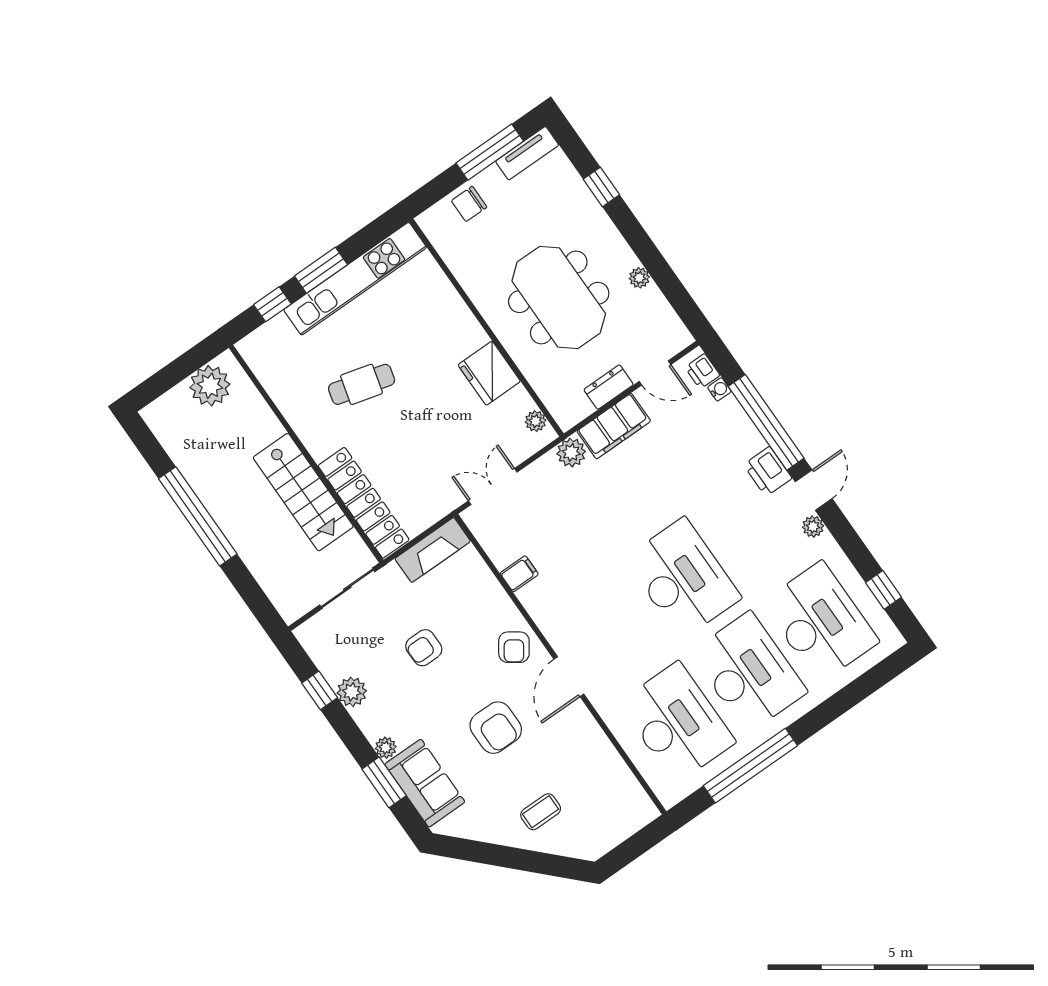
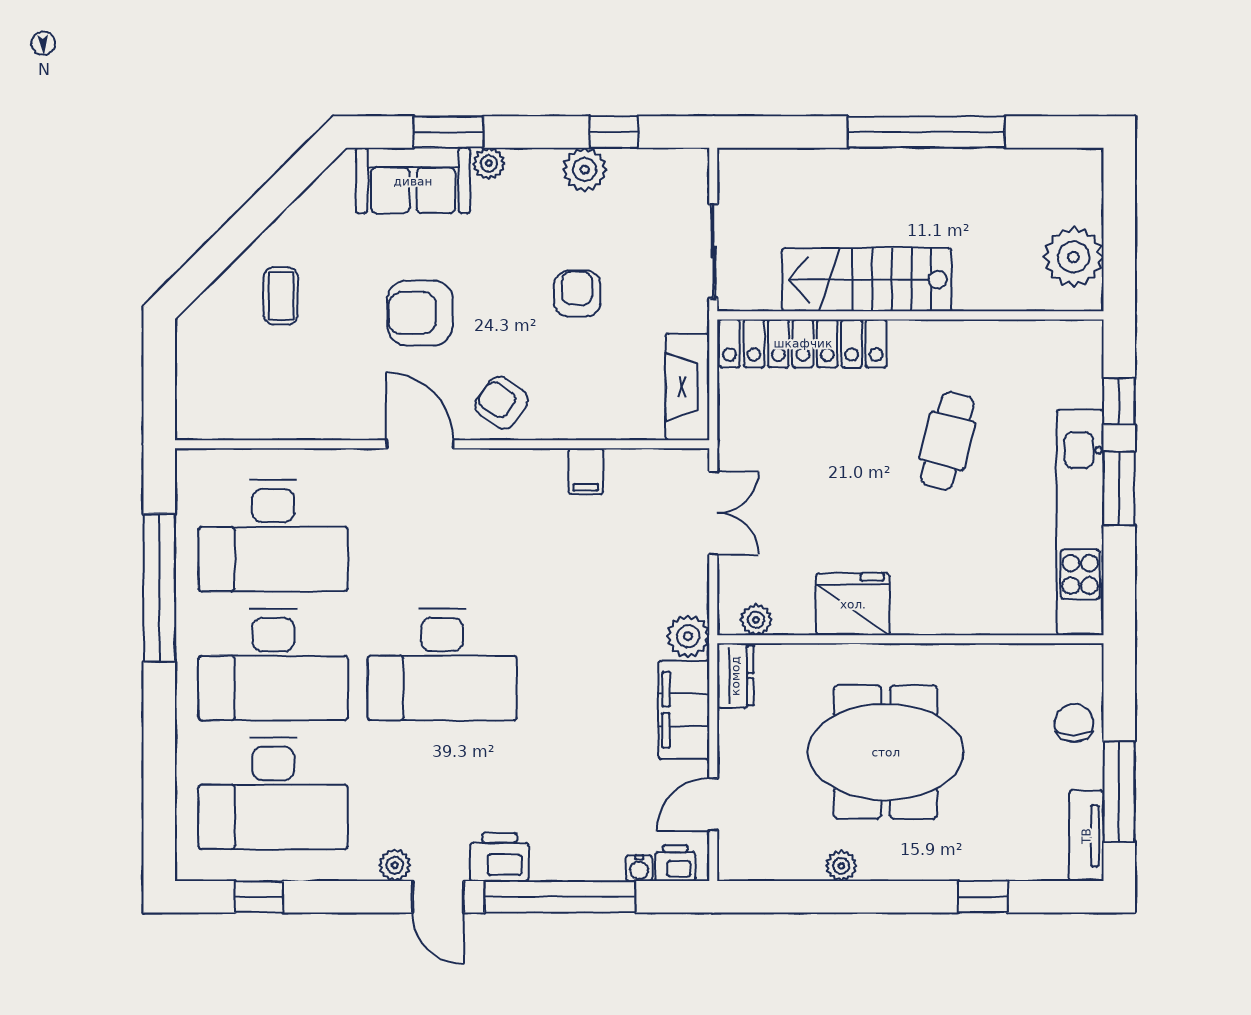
dresser: (609, 387) -> (735, 676), moved

